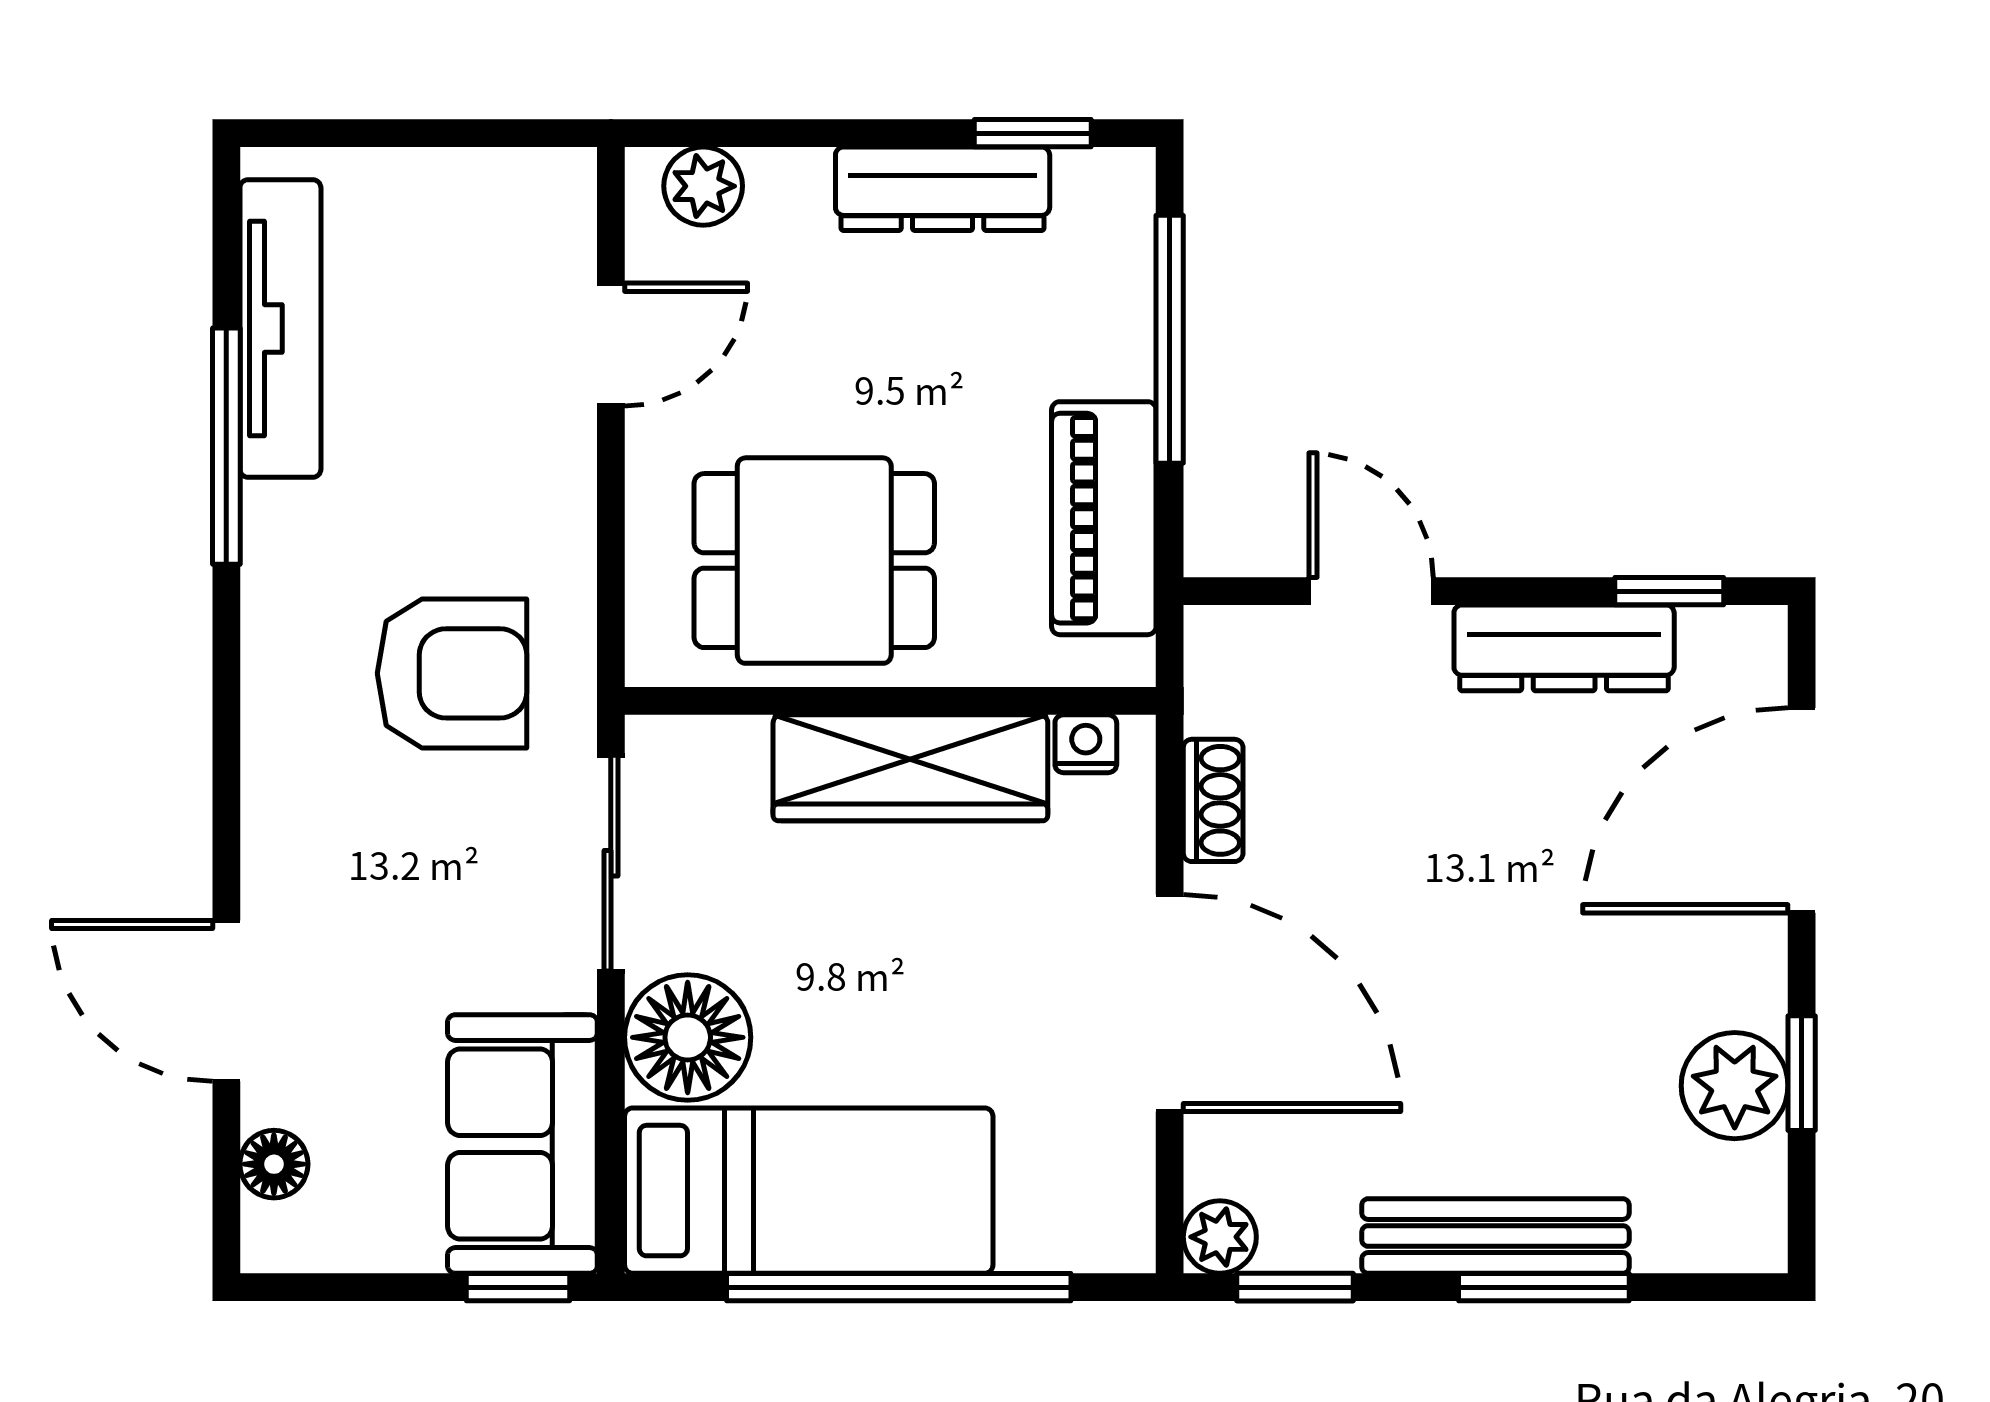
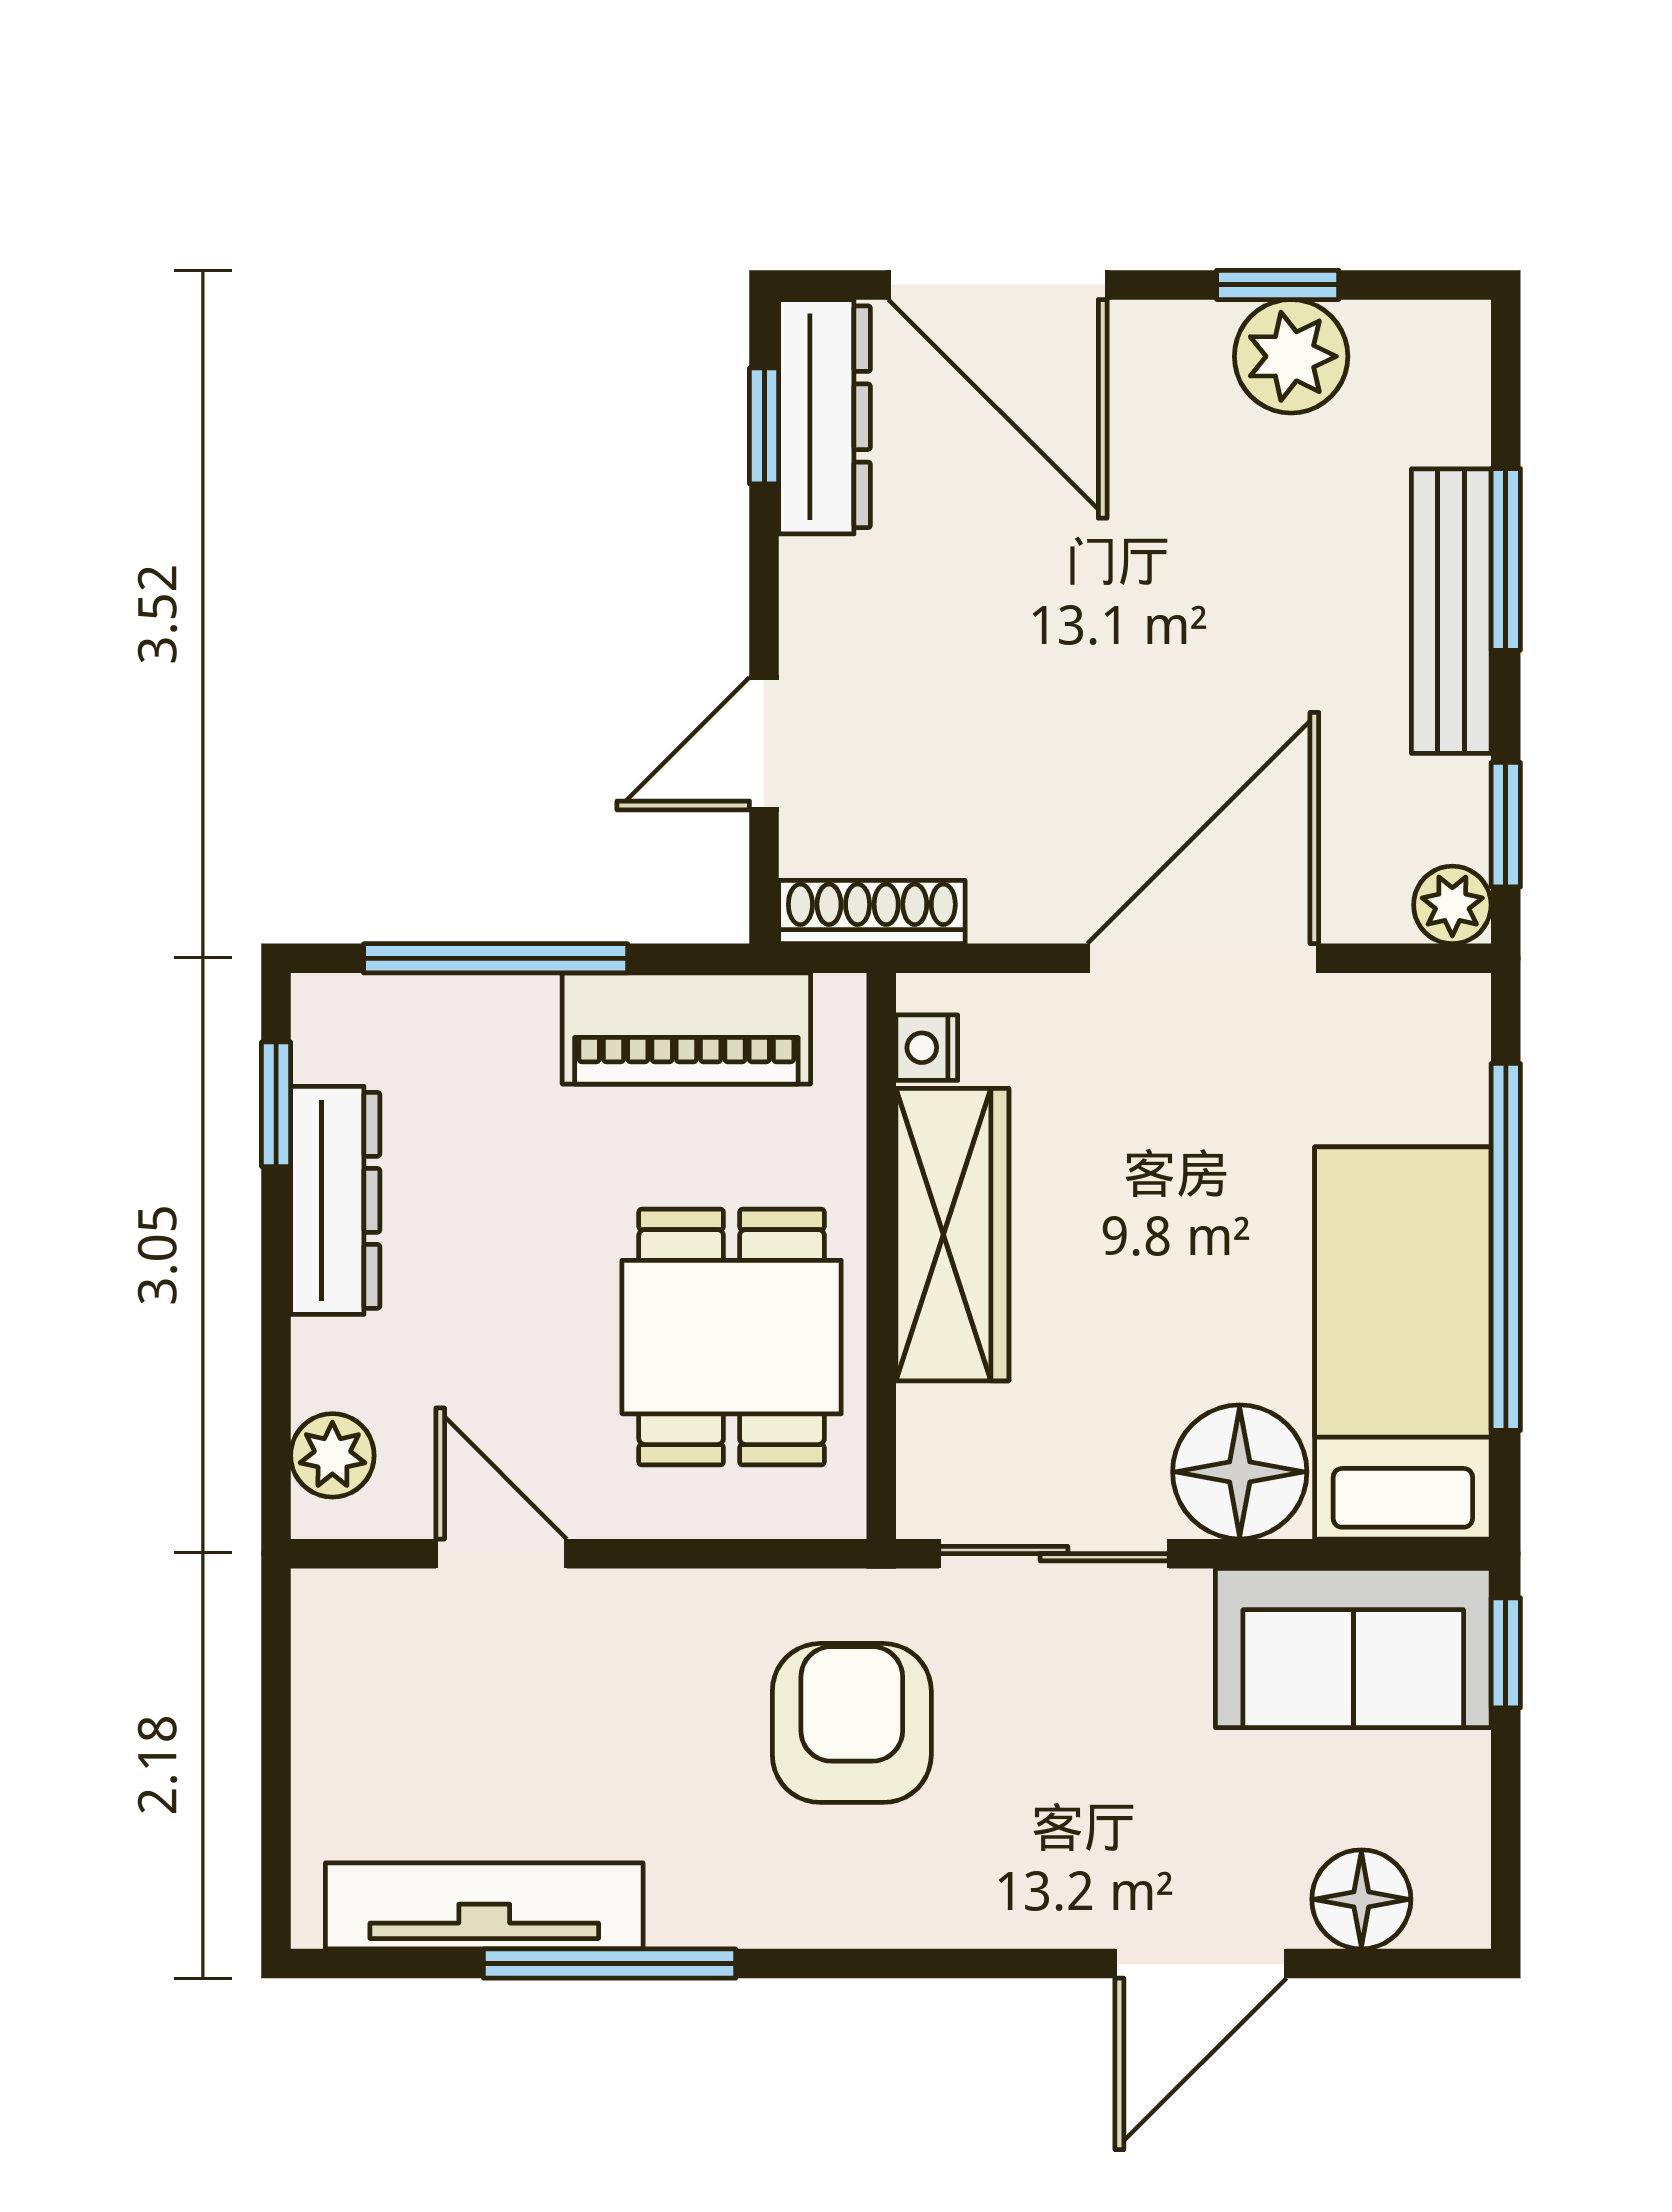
dresser: (1564, 648) -> (825, 417), moved
shoe rack: (1213, 800) -> (872, 912), moved, width x1.43
floor lamp: (274, 1164) -> (1361, 1899), width x1.37, depth x1.37

